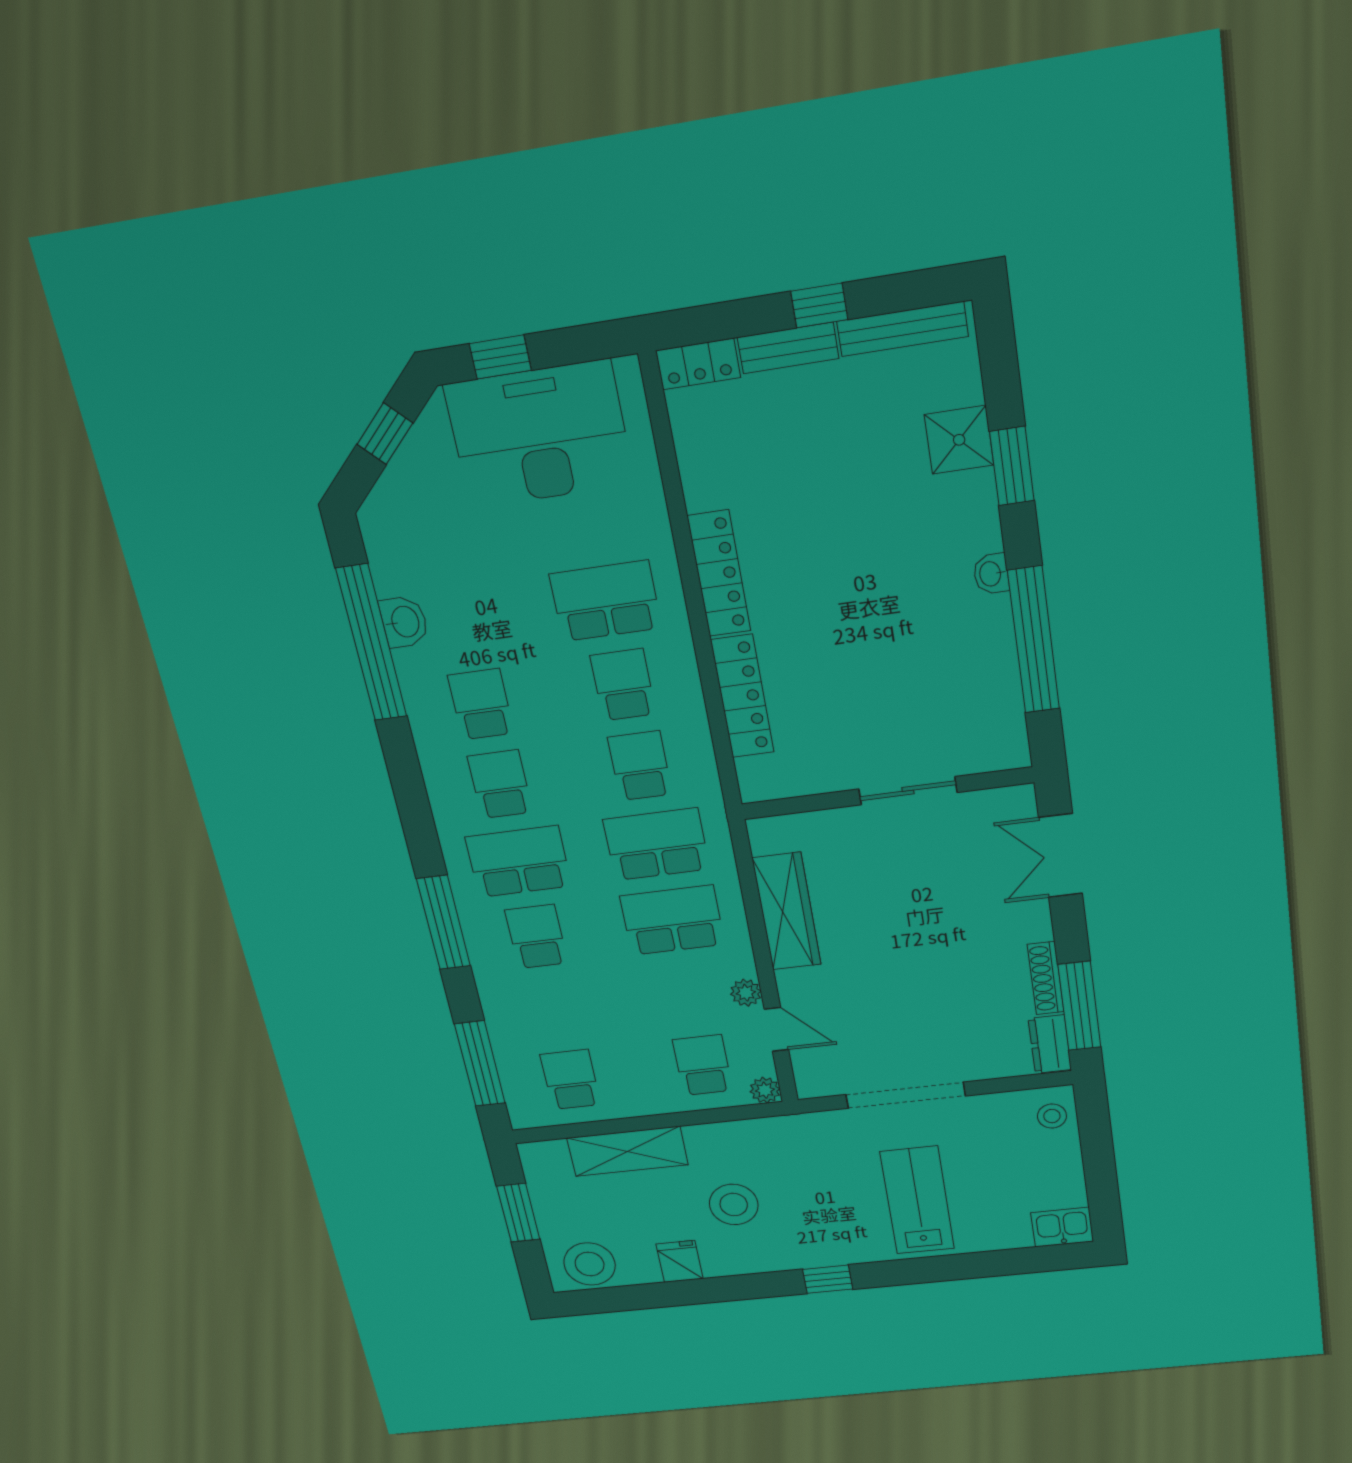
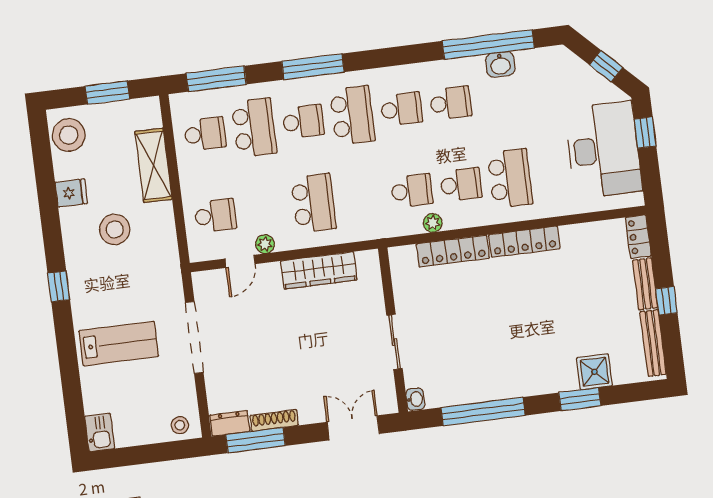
washbasin: (991, 574) -> (415, 399), moved, turned 90
school desk: (656, 844) -> (254, 128), moved
plant: (765, 1090) -> (433, 223), moved

